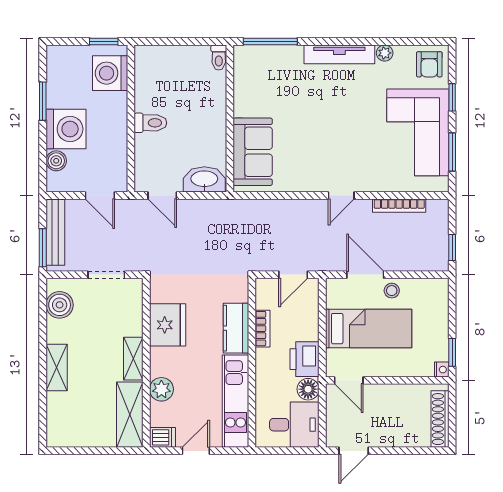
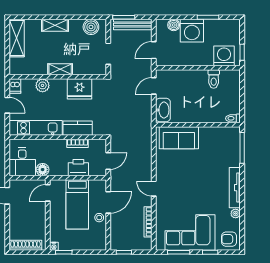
toilet: (150, 123) -> (214, 79), moved
door: (293, 275) -> (108, 161), swing flipped
printer: (305, 359) -> (78, 168), moved
shelving: (130, 415) -> (17, 38), moved, turned 90

